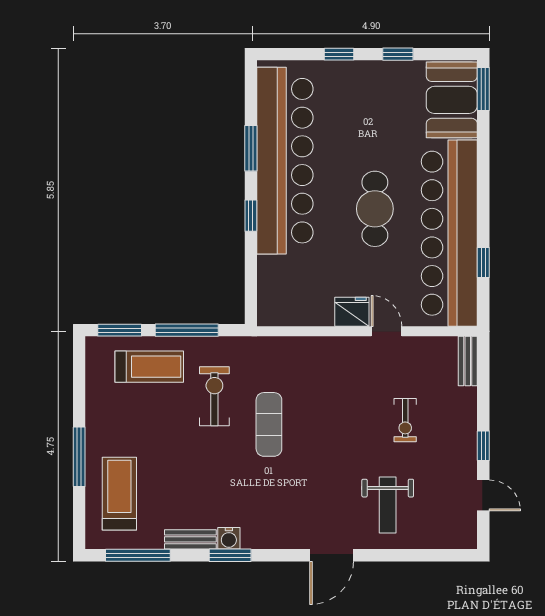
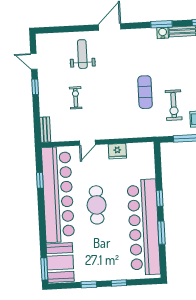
fridge: (352, 312) -> (117, 151), moved
door: (387, 331) -> (87, 143), hinge flipped

